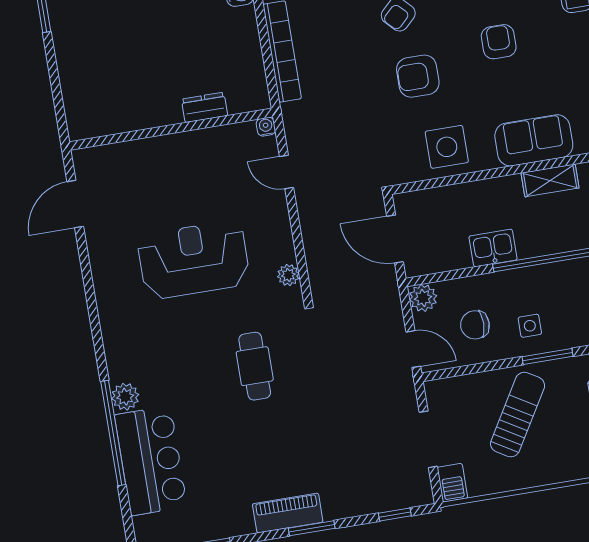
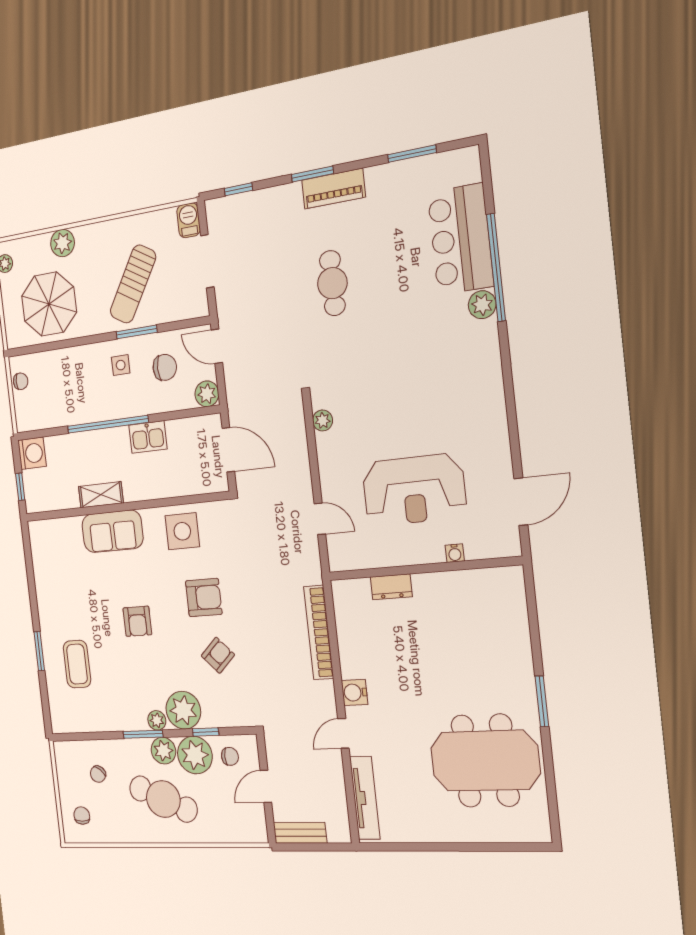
water cooler: (266, 127) -> (455, 553), moved
reception desk: (194, 260) -> (414, 490), moved
window: (548, 357) -> (137, 332), moved
cafe table: (255, 366) -> (332, 283), moved

